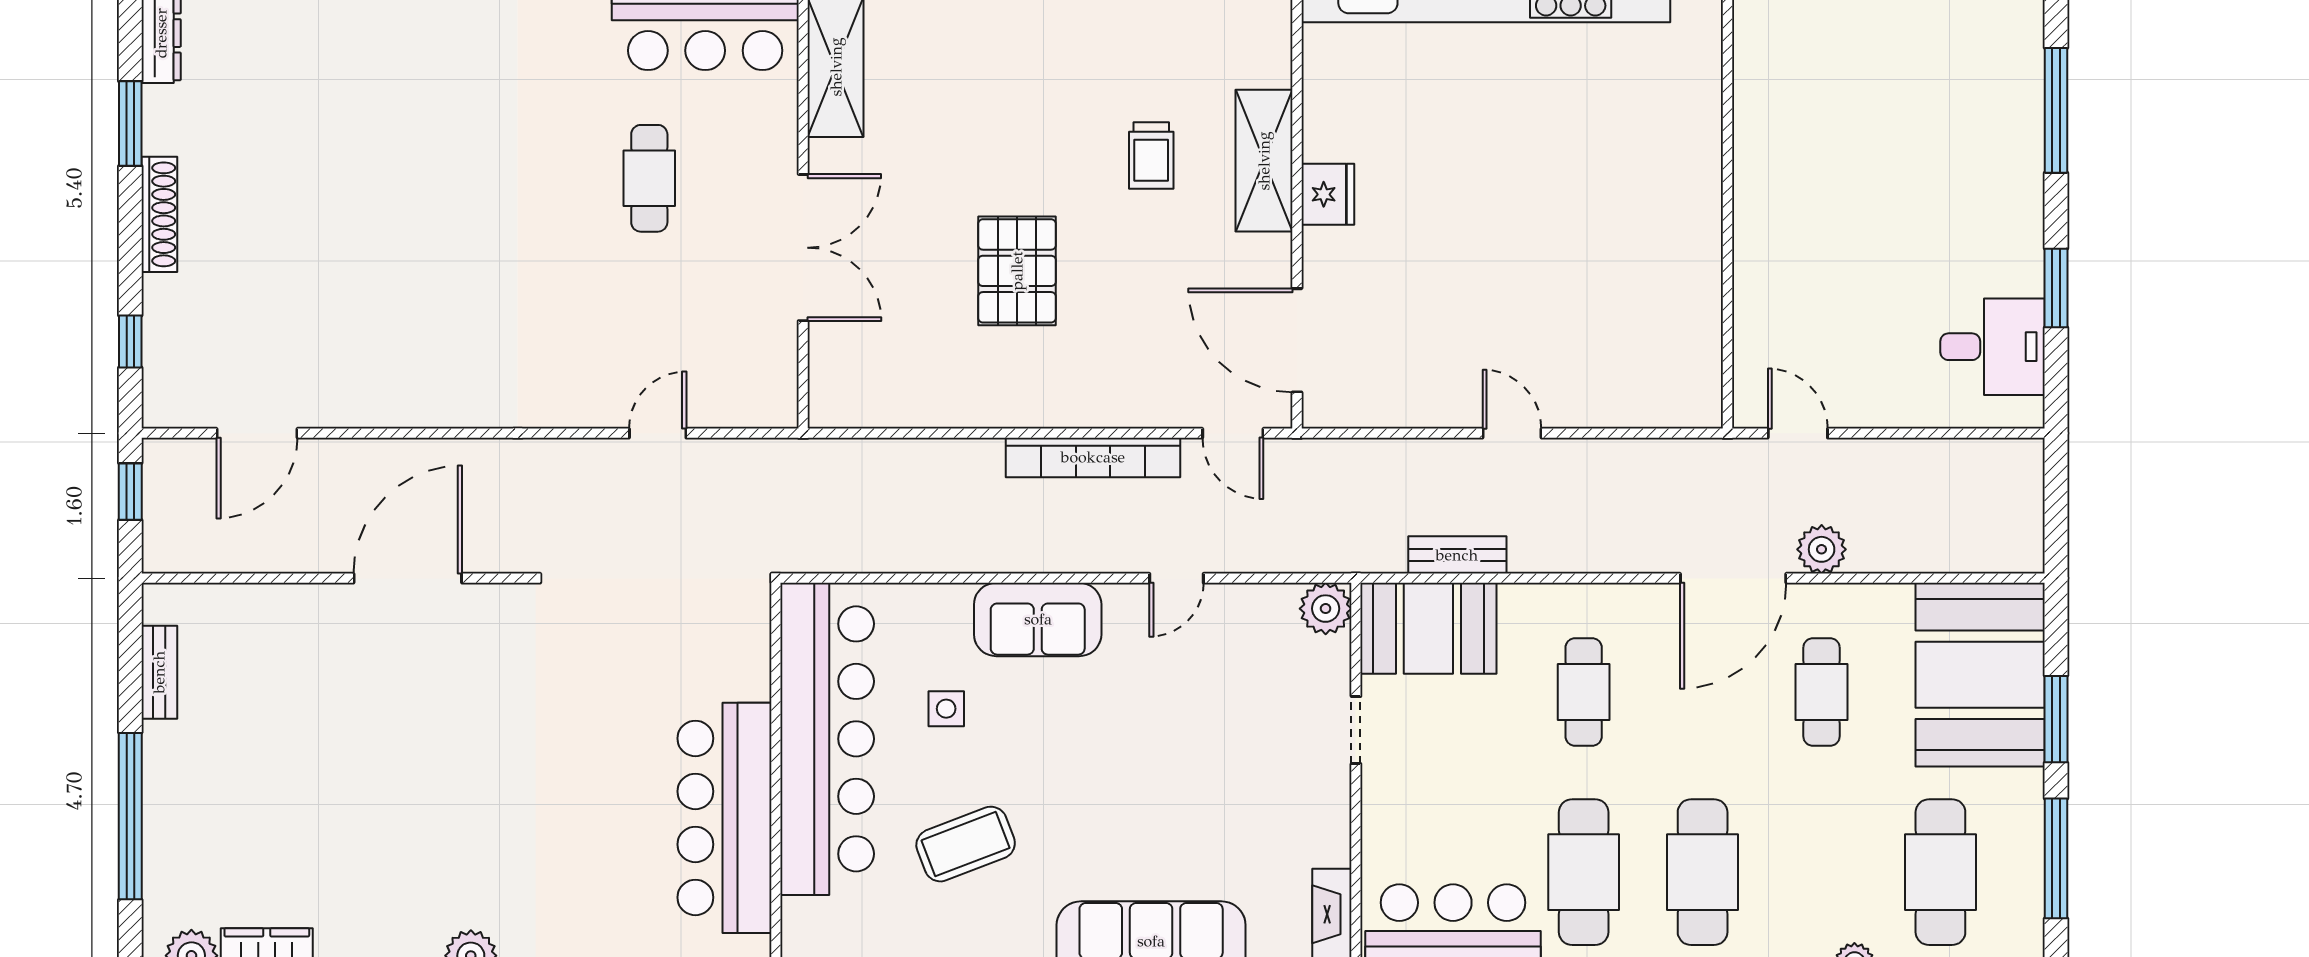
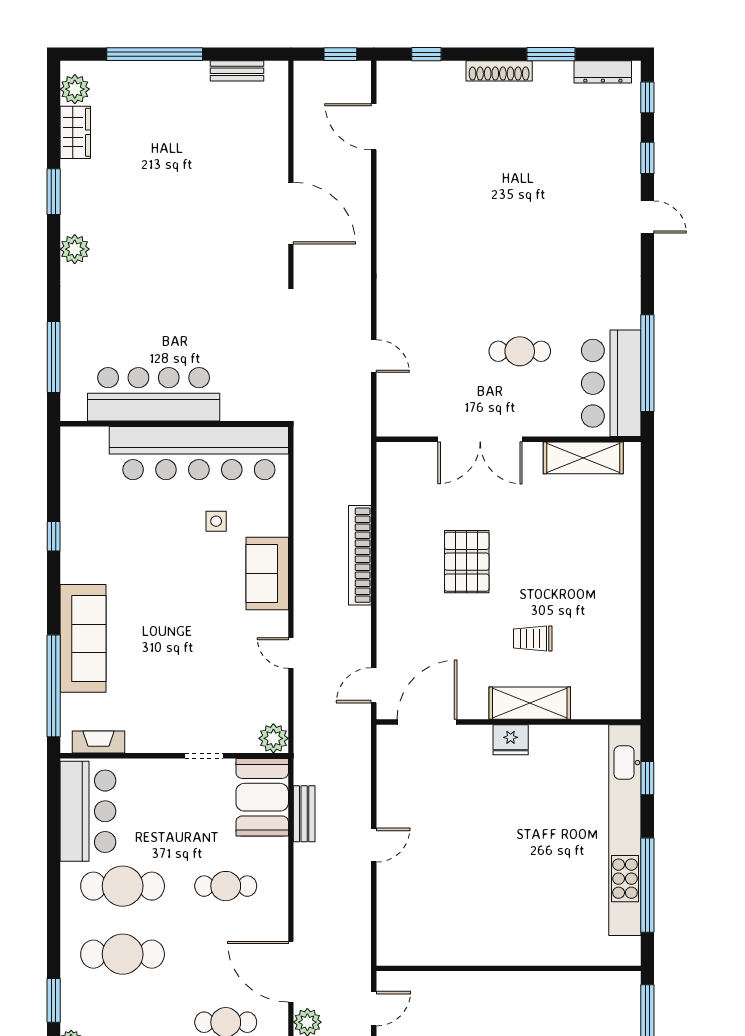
pallet: (1017, 271) -> (467, 562), turned 90
bookcase: (1093, 457) -> (360, 555), moved
coffee table: (966, 844) -> (139, 532), removed

